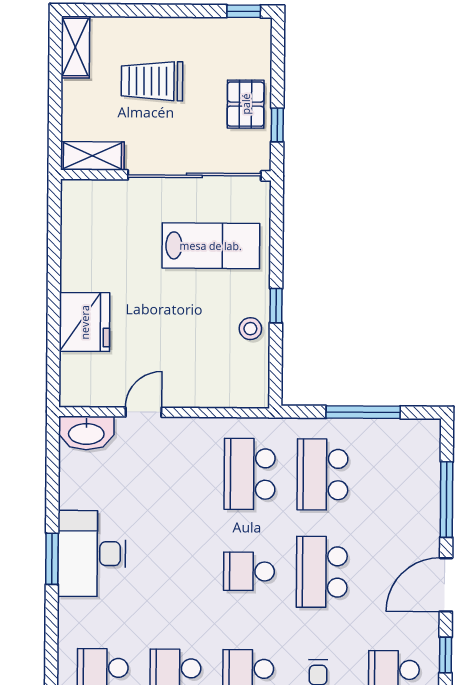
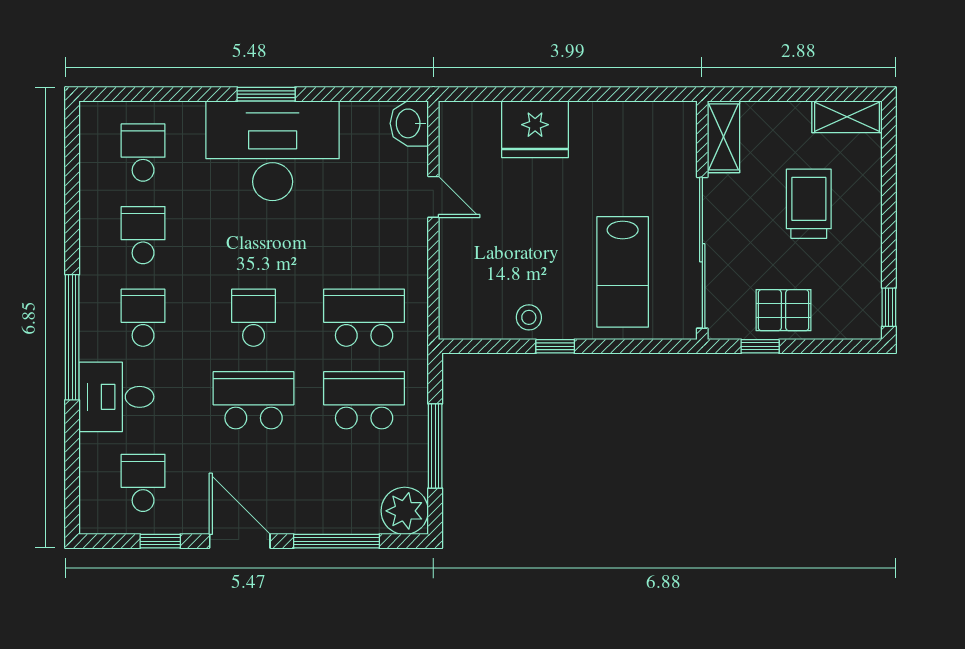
washbasin: (86, 433) -> (409, 123), width x0.72
plant: (420, 439) -> (405, 511), added
desk: (92, 554) -> (273, 151), width x1.36, depth x1.30

